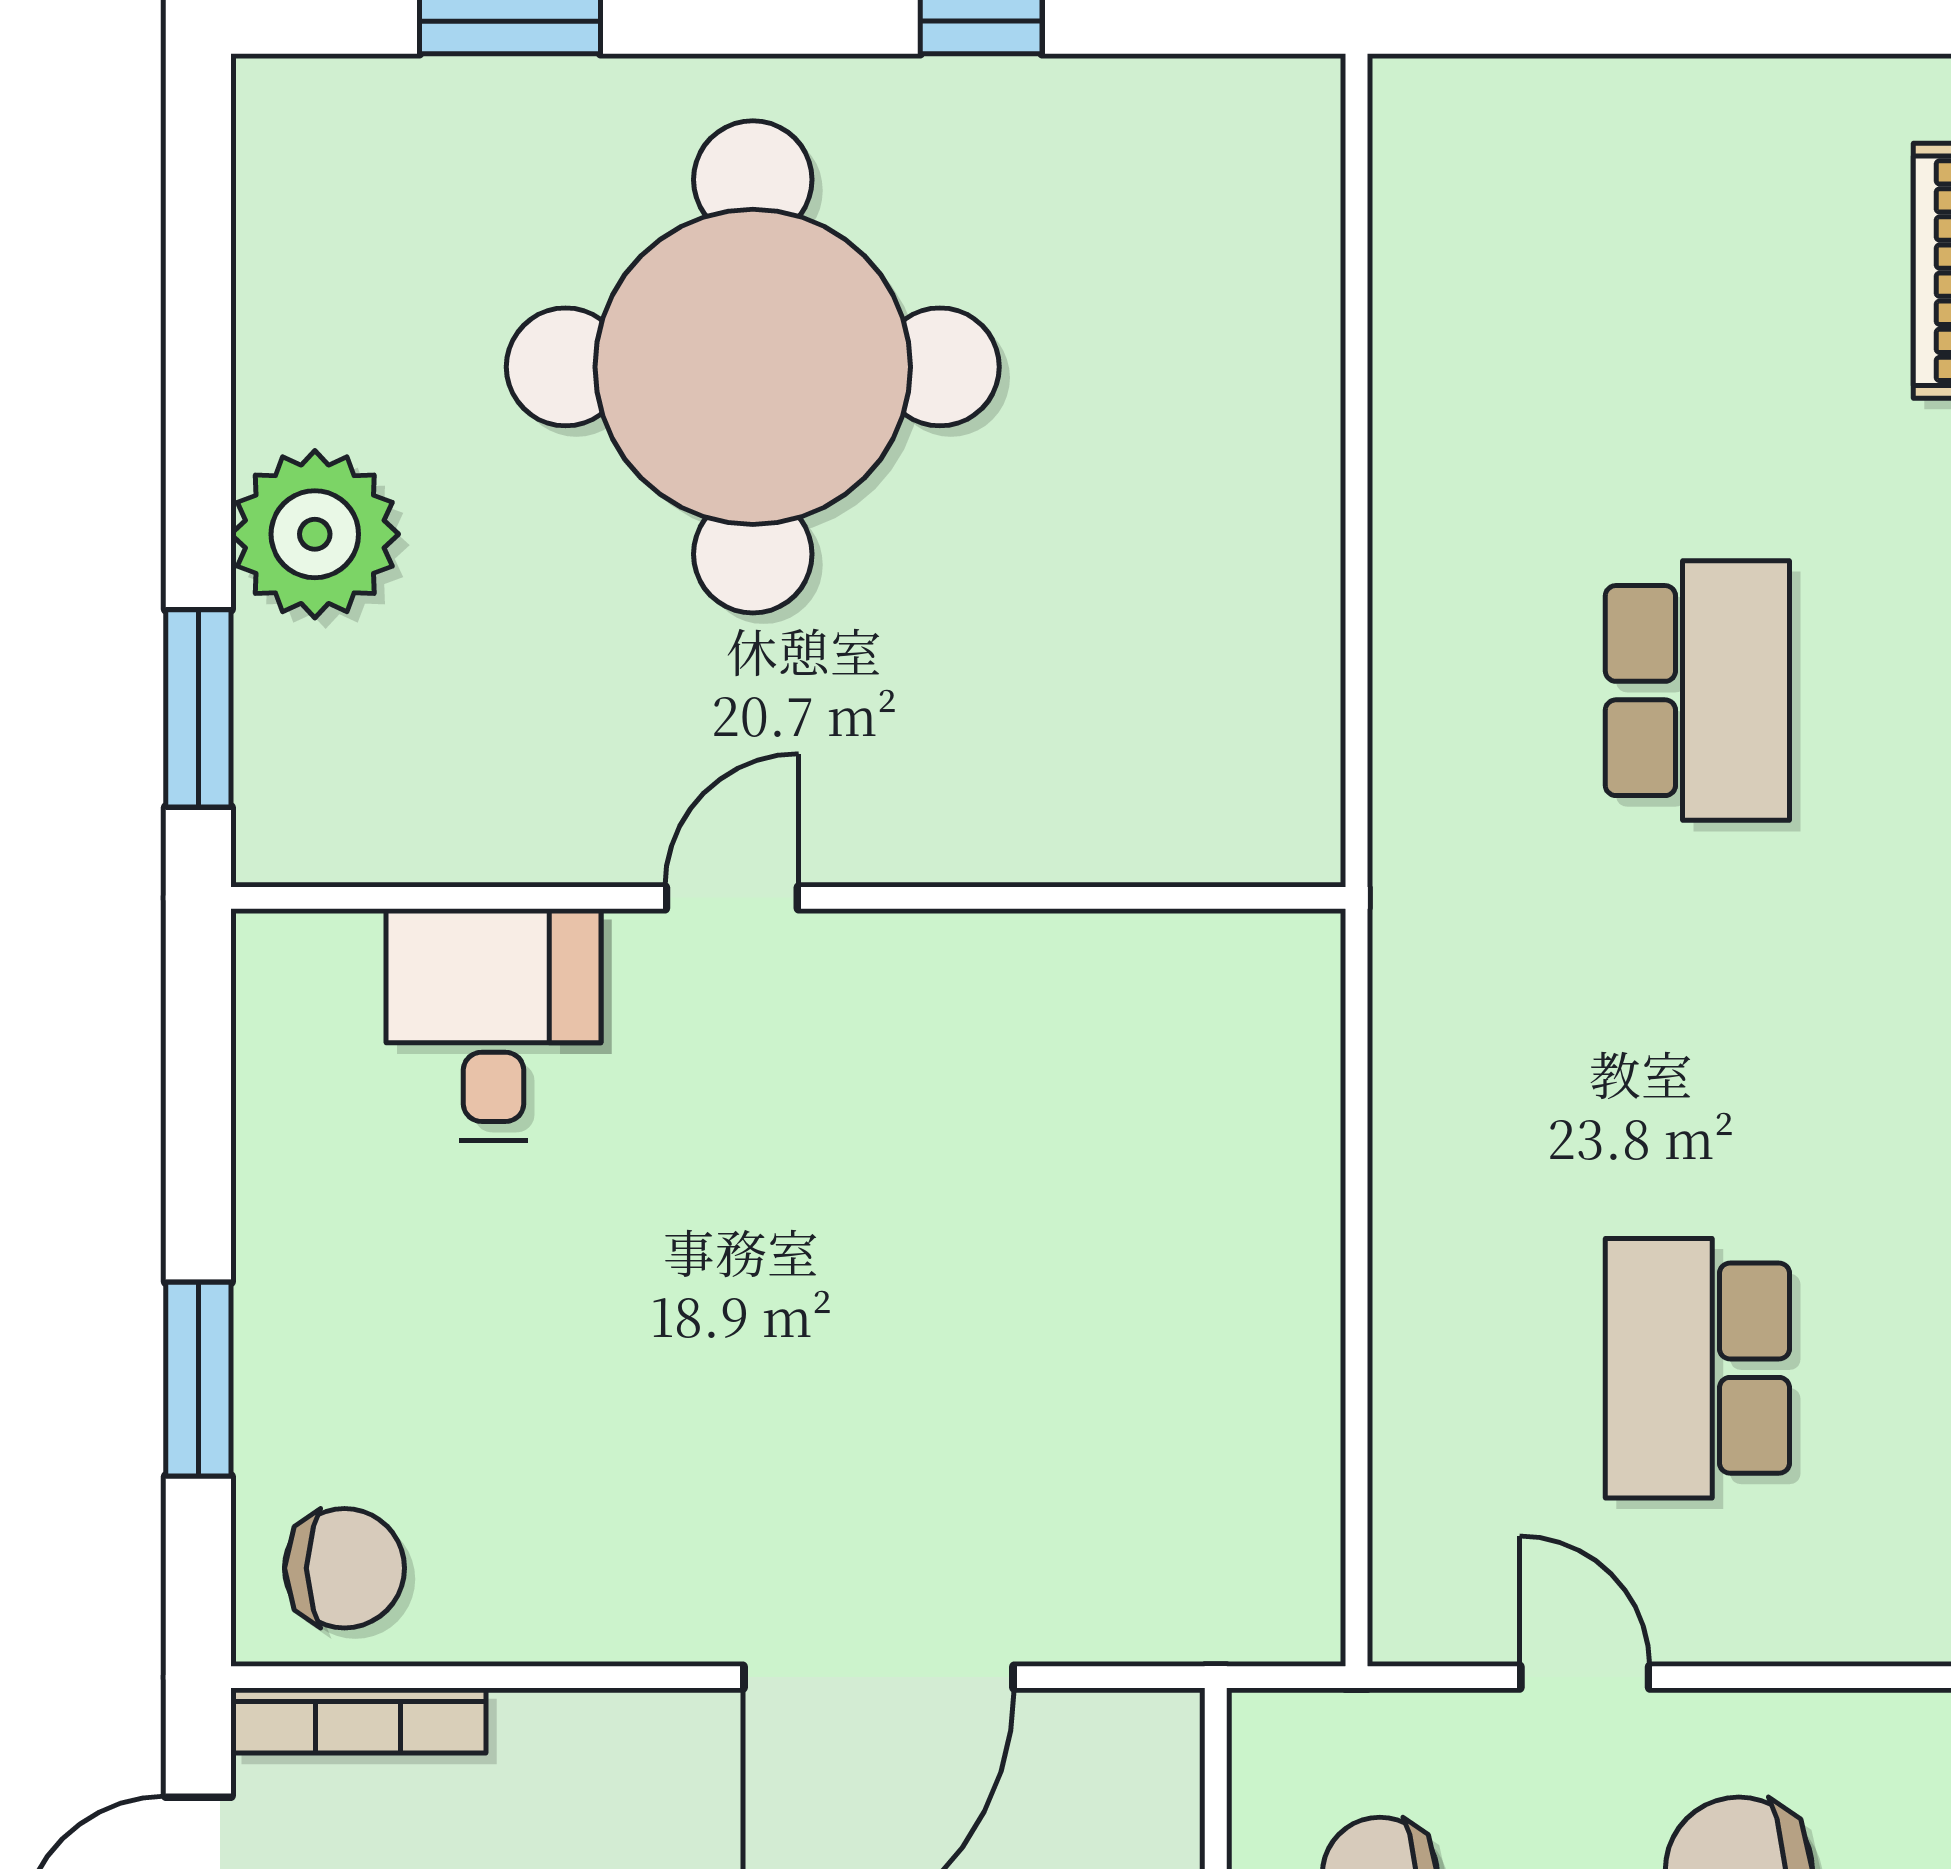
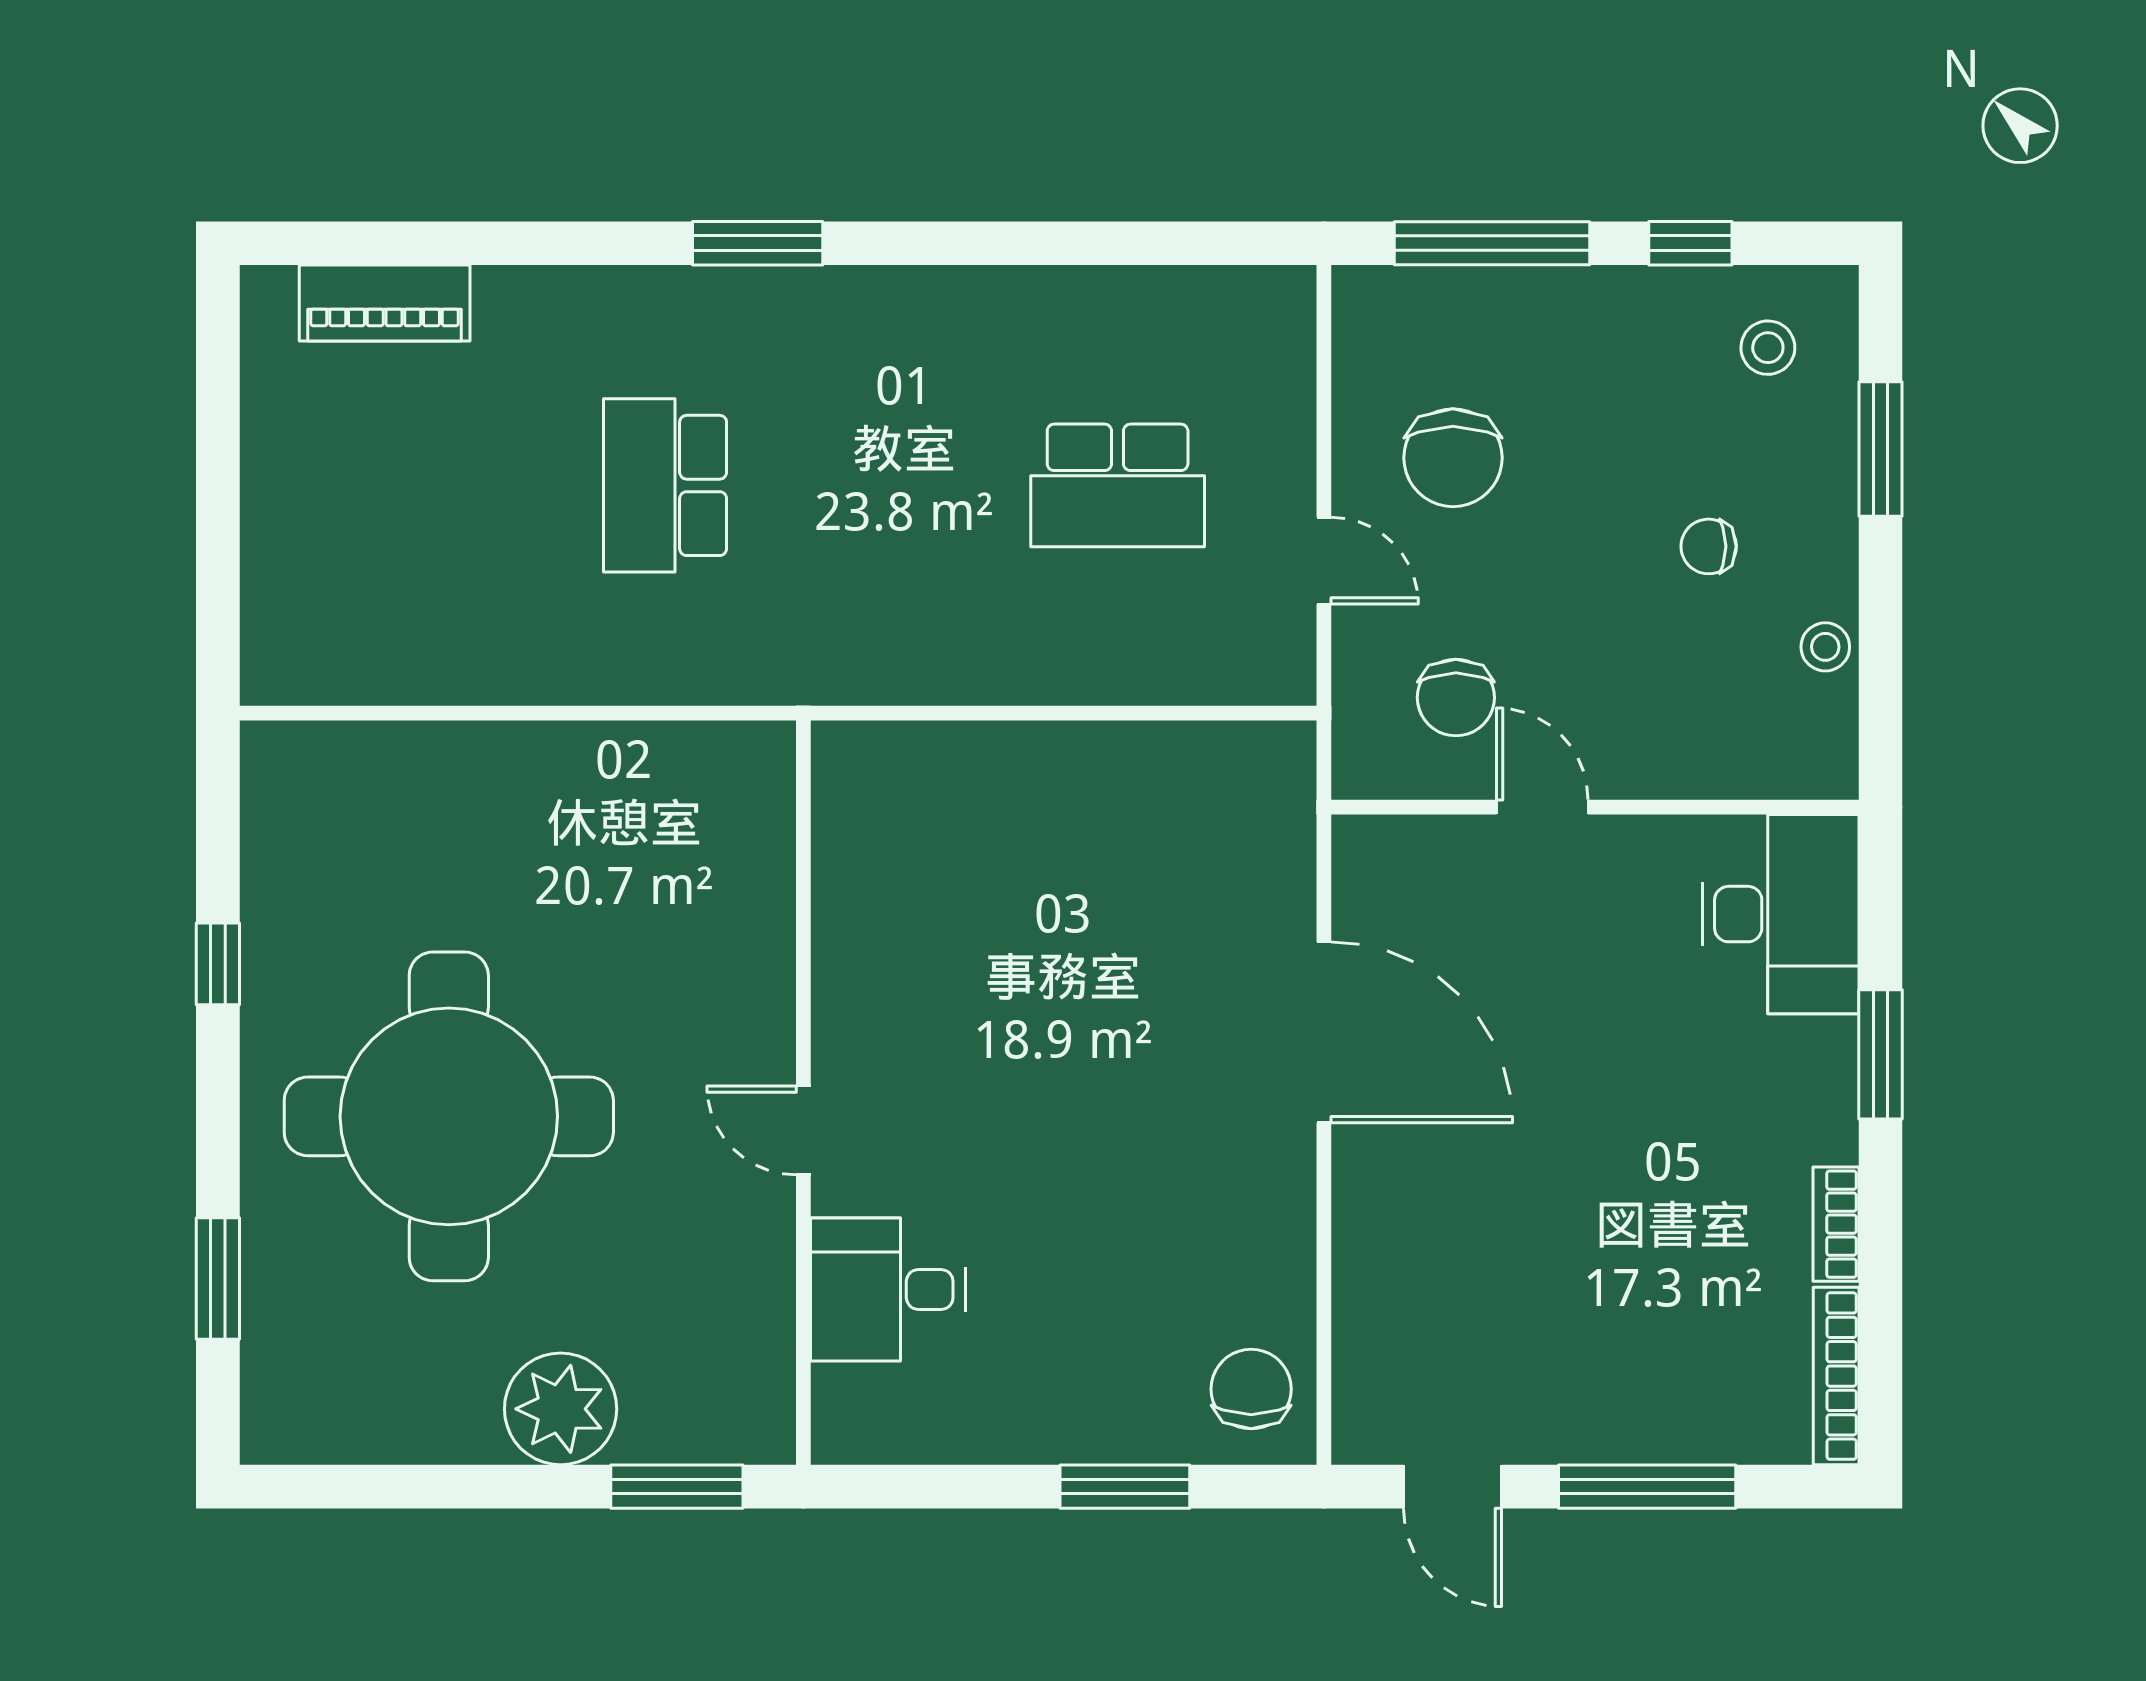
school desk: (1697, 691) -> (665, 485), turned -90
door: (1585, 1677) -> (1324, 561), swing flipped
bookcase: (358, 1721) -> (1353, 1380), removed

